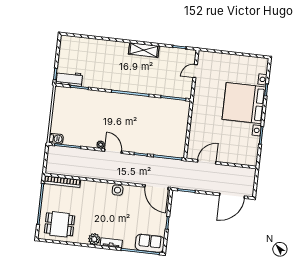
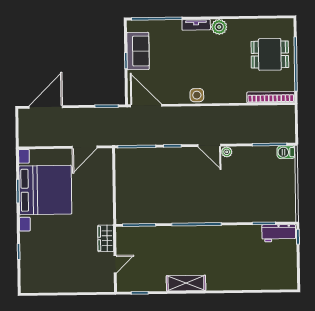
wardrobe: (200, 91) -> (106, 238), added
bed with nightstands: (244, 103) -> (45, 190), moved
dining table: (60, 224) -> (270, 54), moved
sofa: (150, 243) -> (138, 51), moved, turned -90

